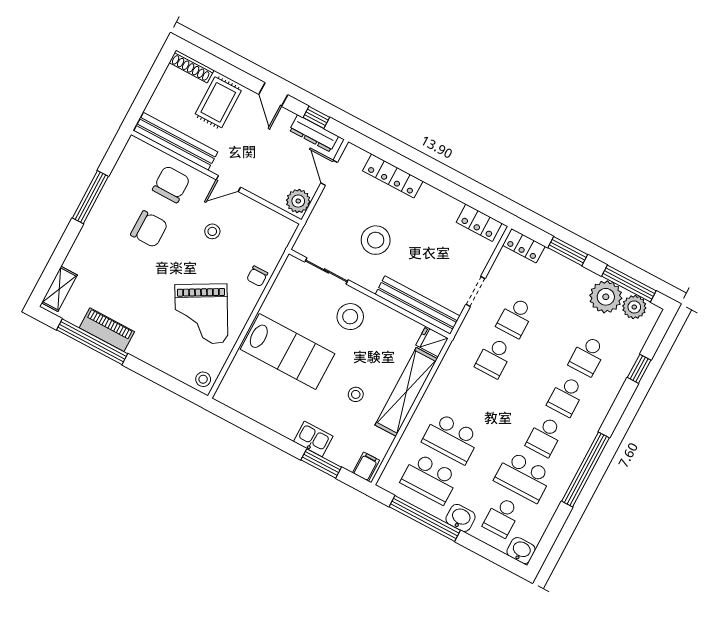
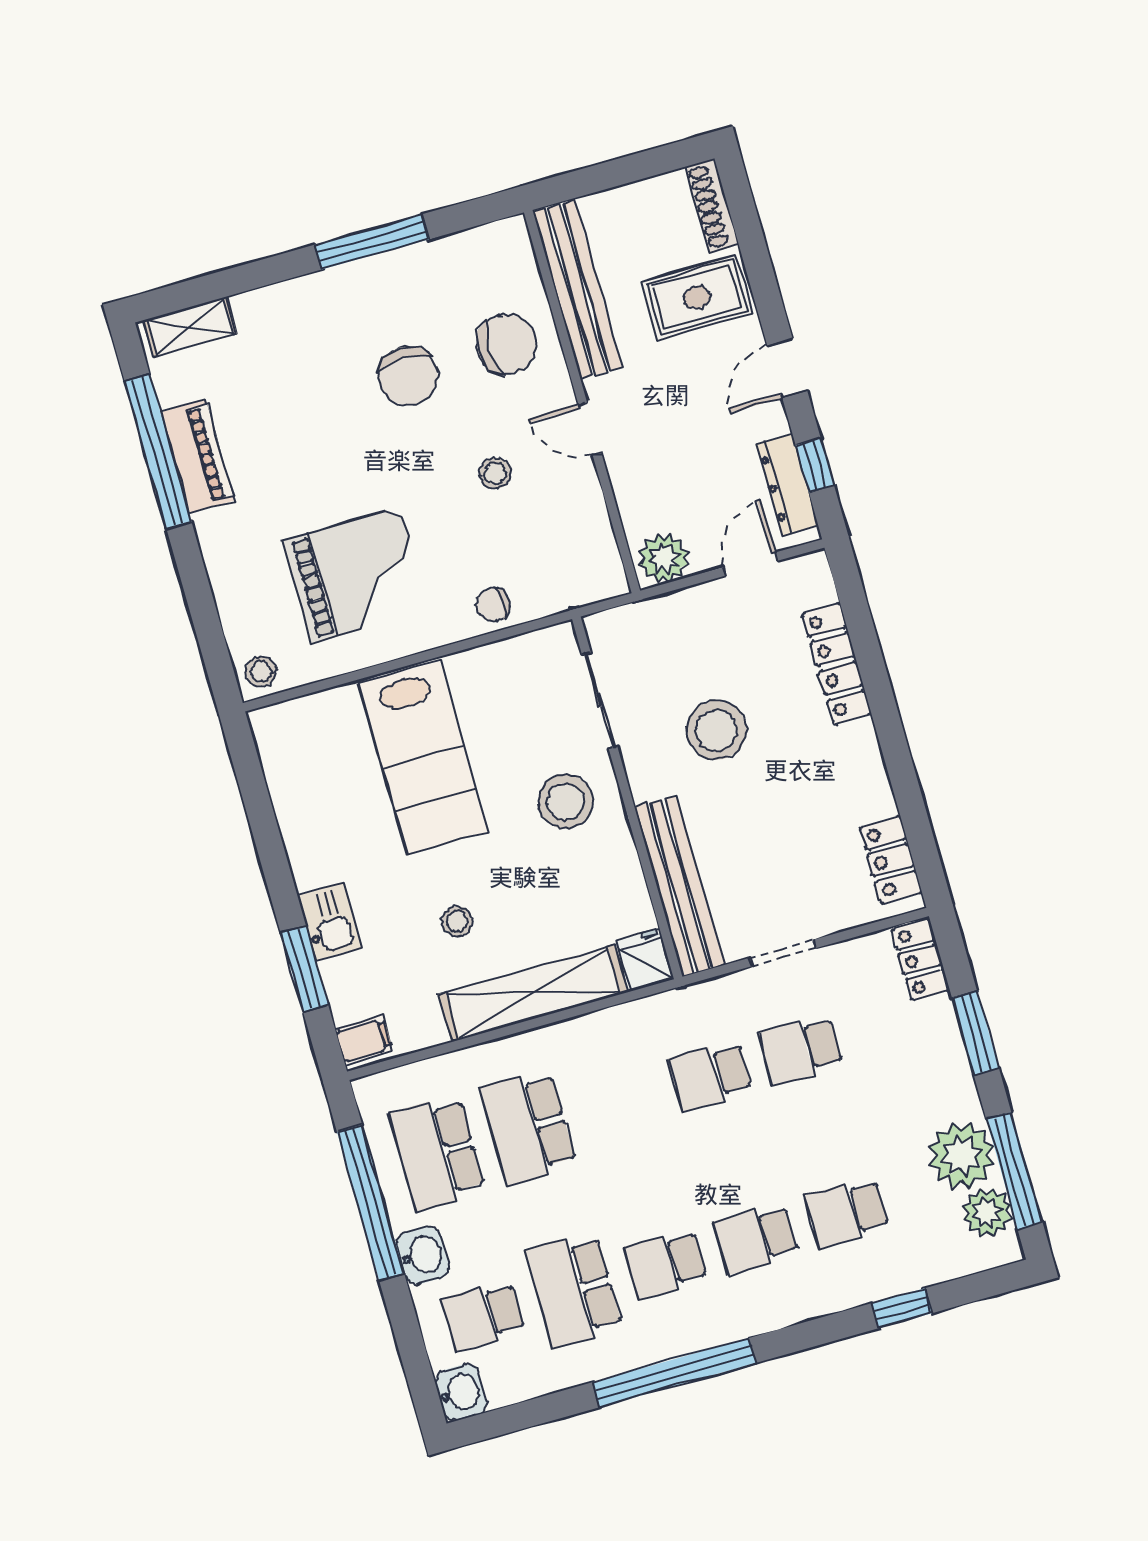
grand piano: (201, 314) -> (356, 575), turned -151

